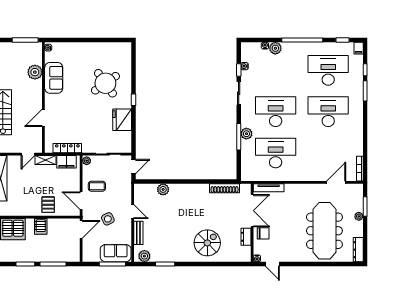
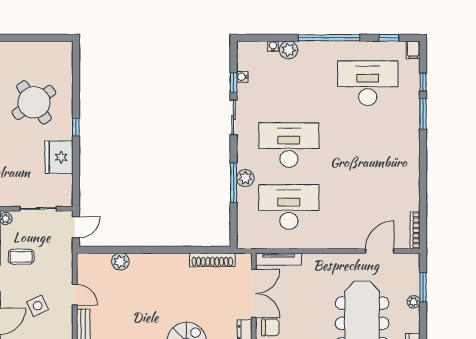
desk: (328, 112) -> (368, 145), removed

